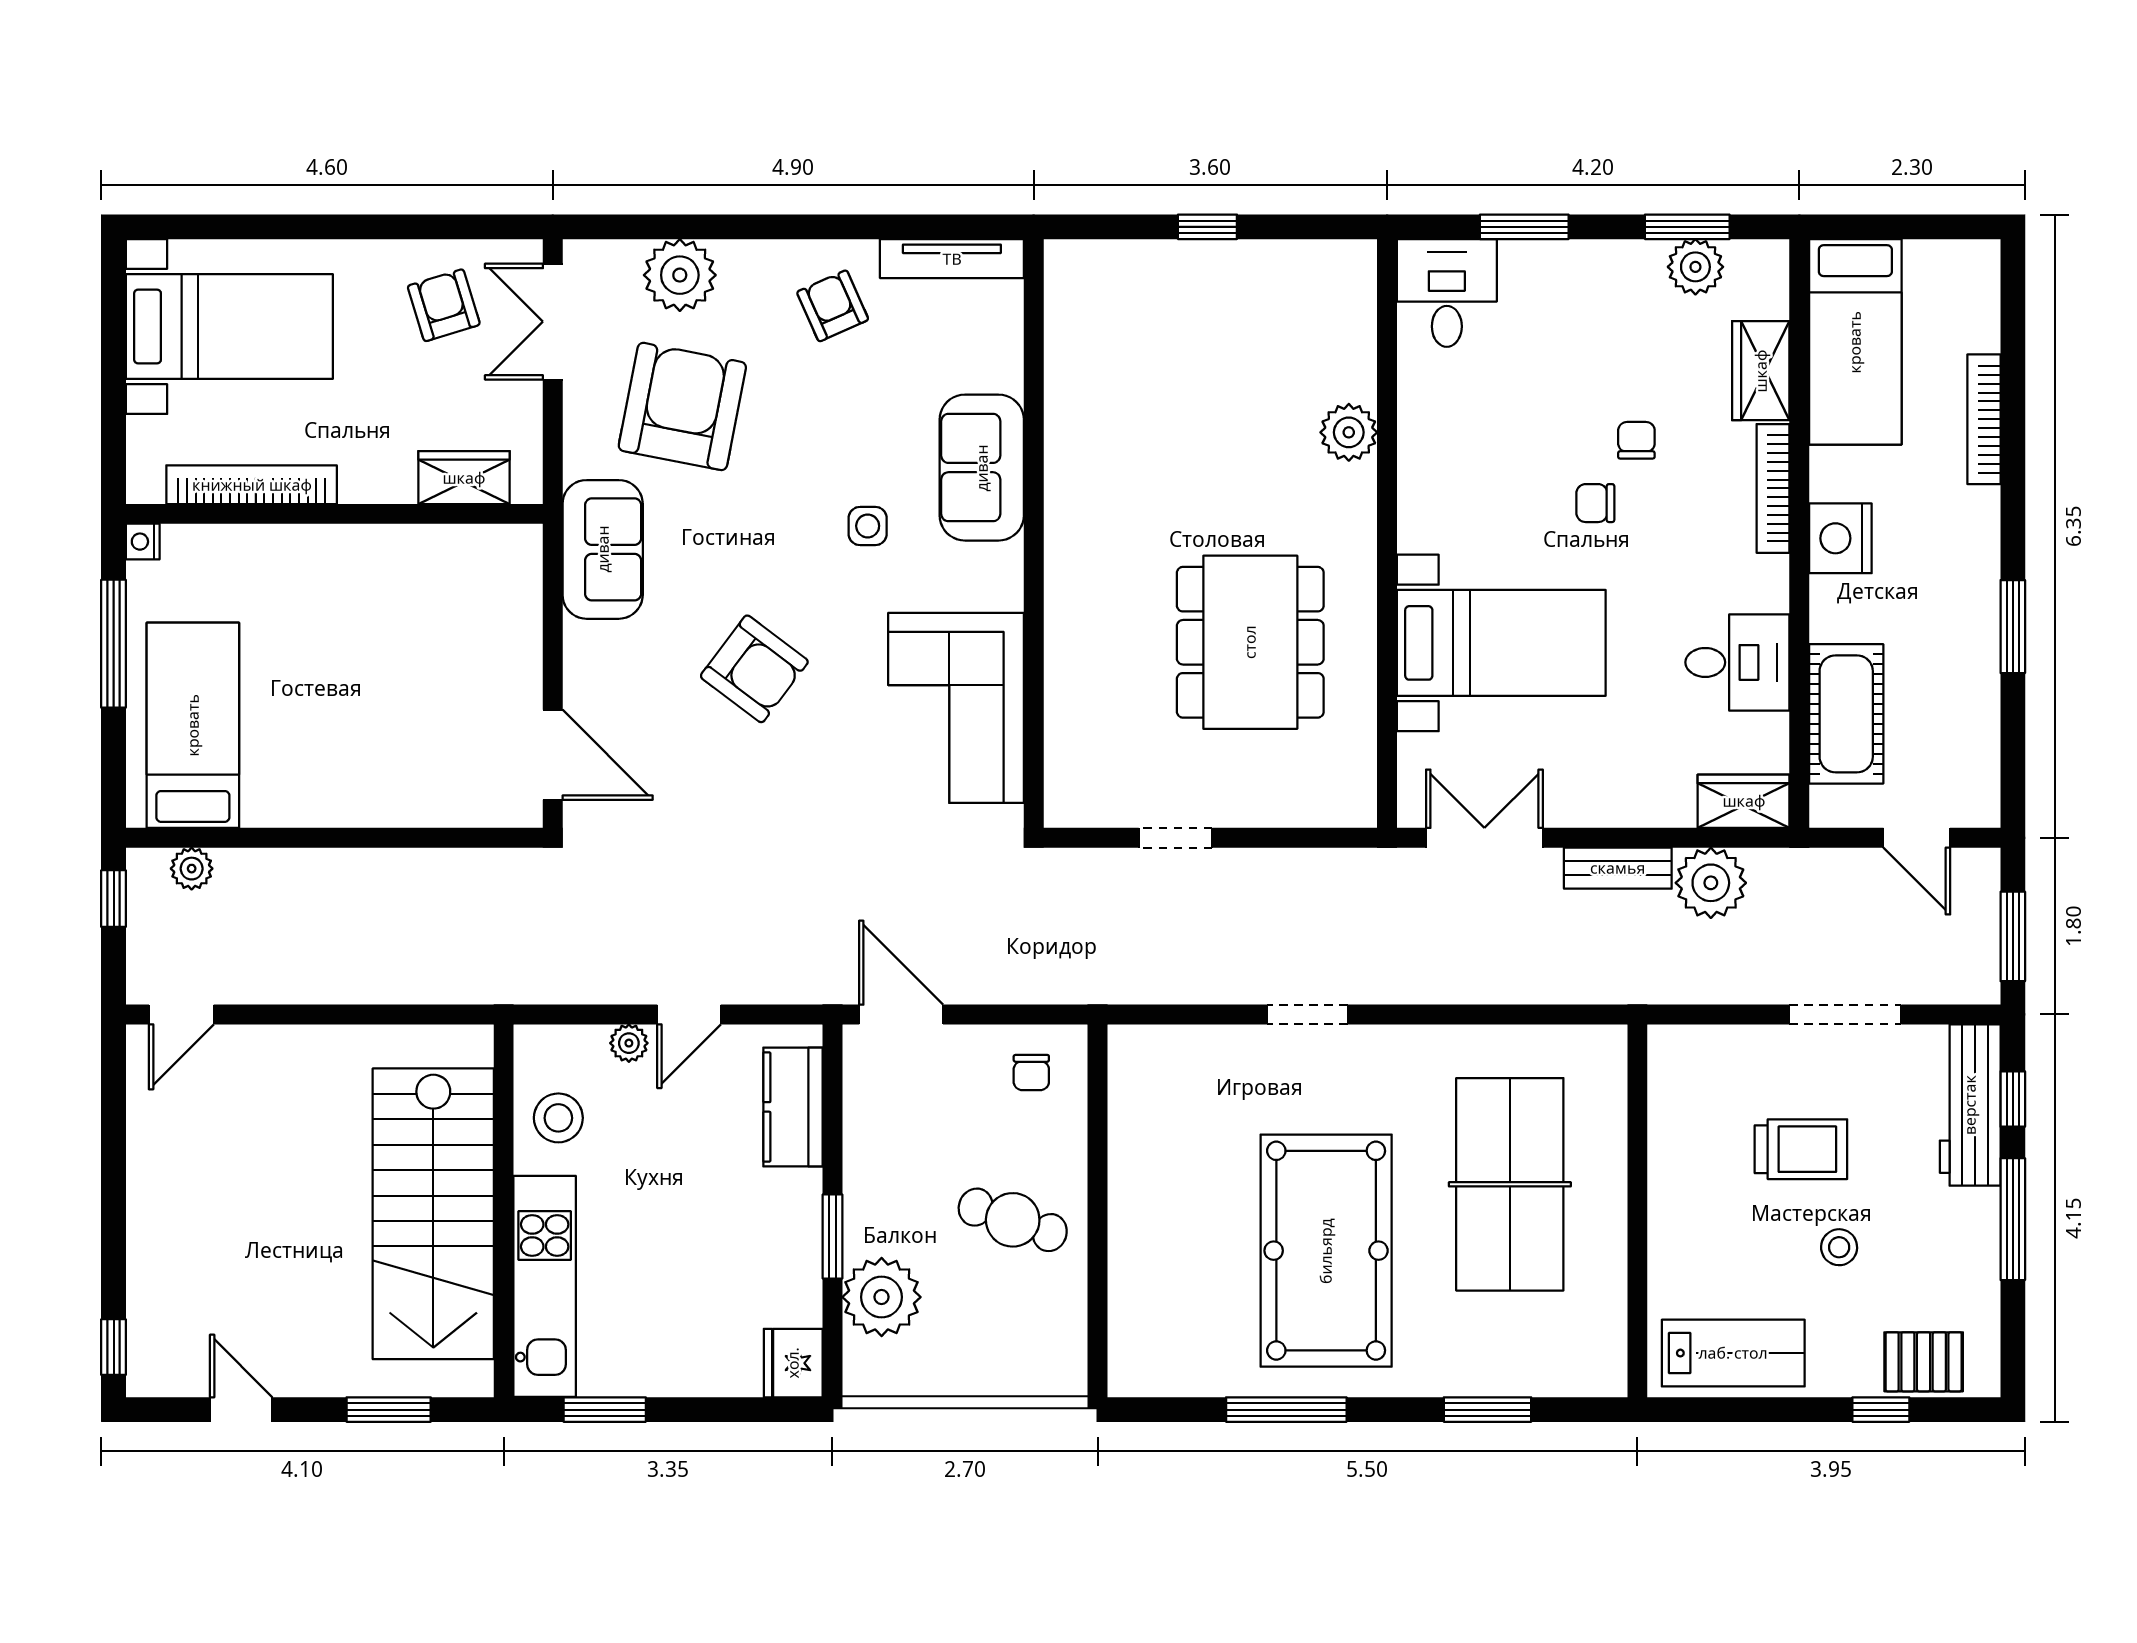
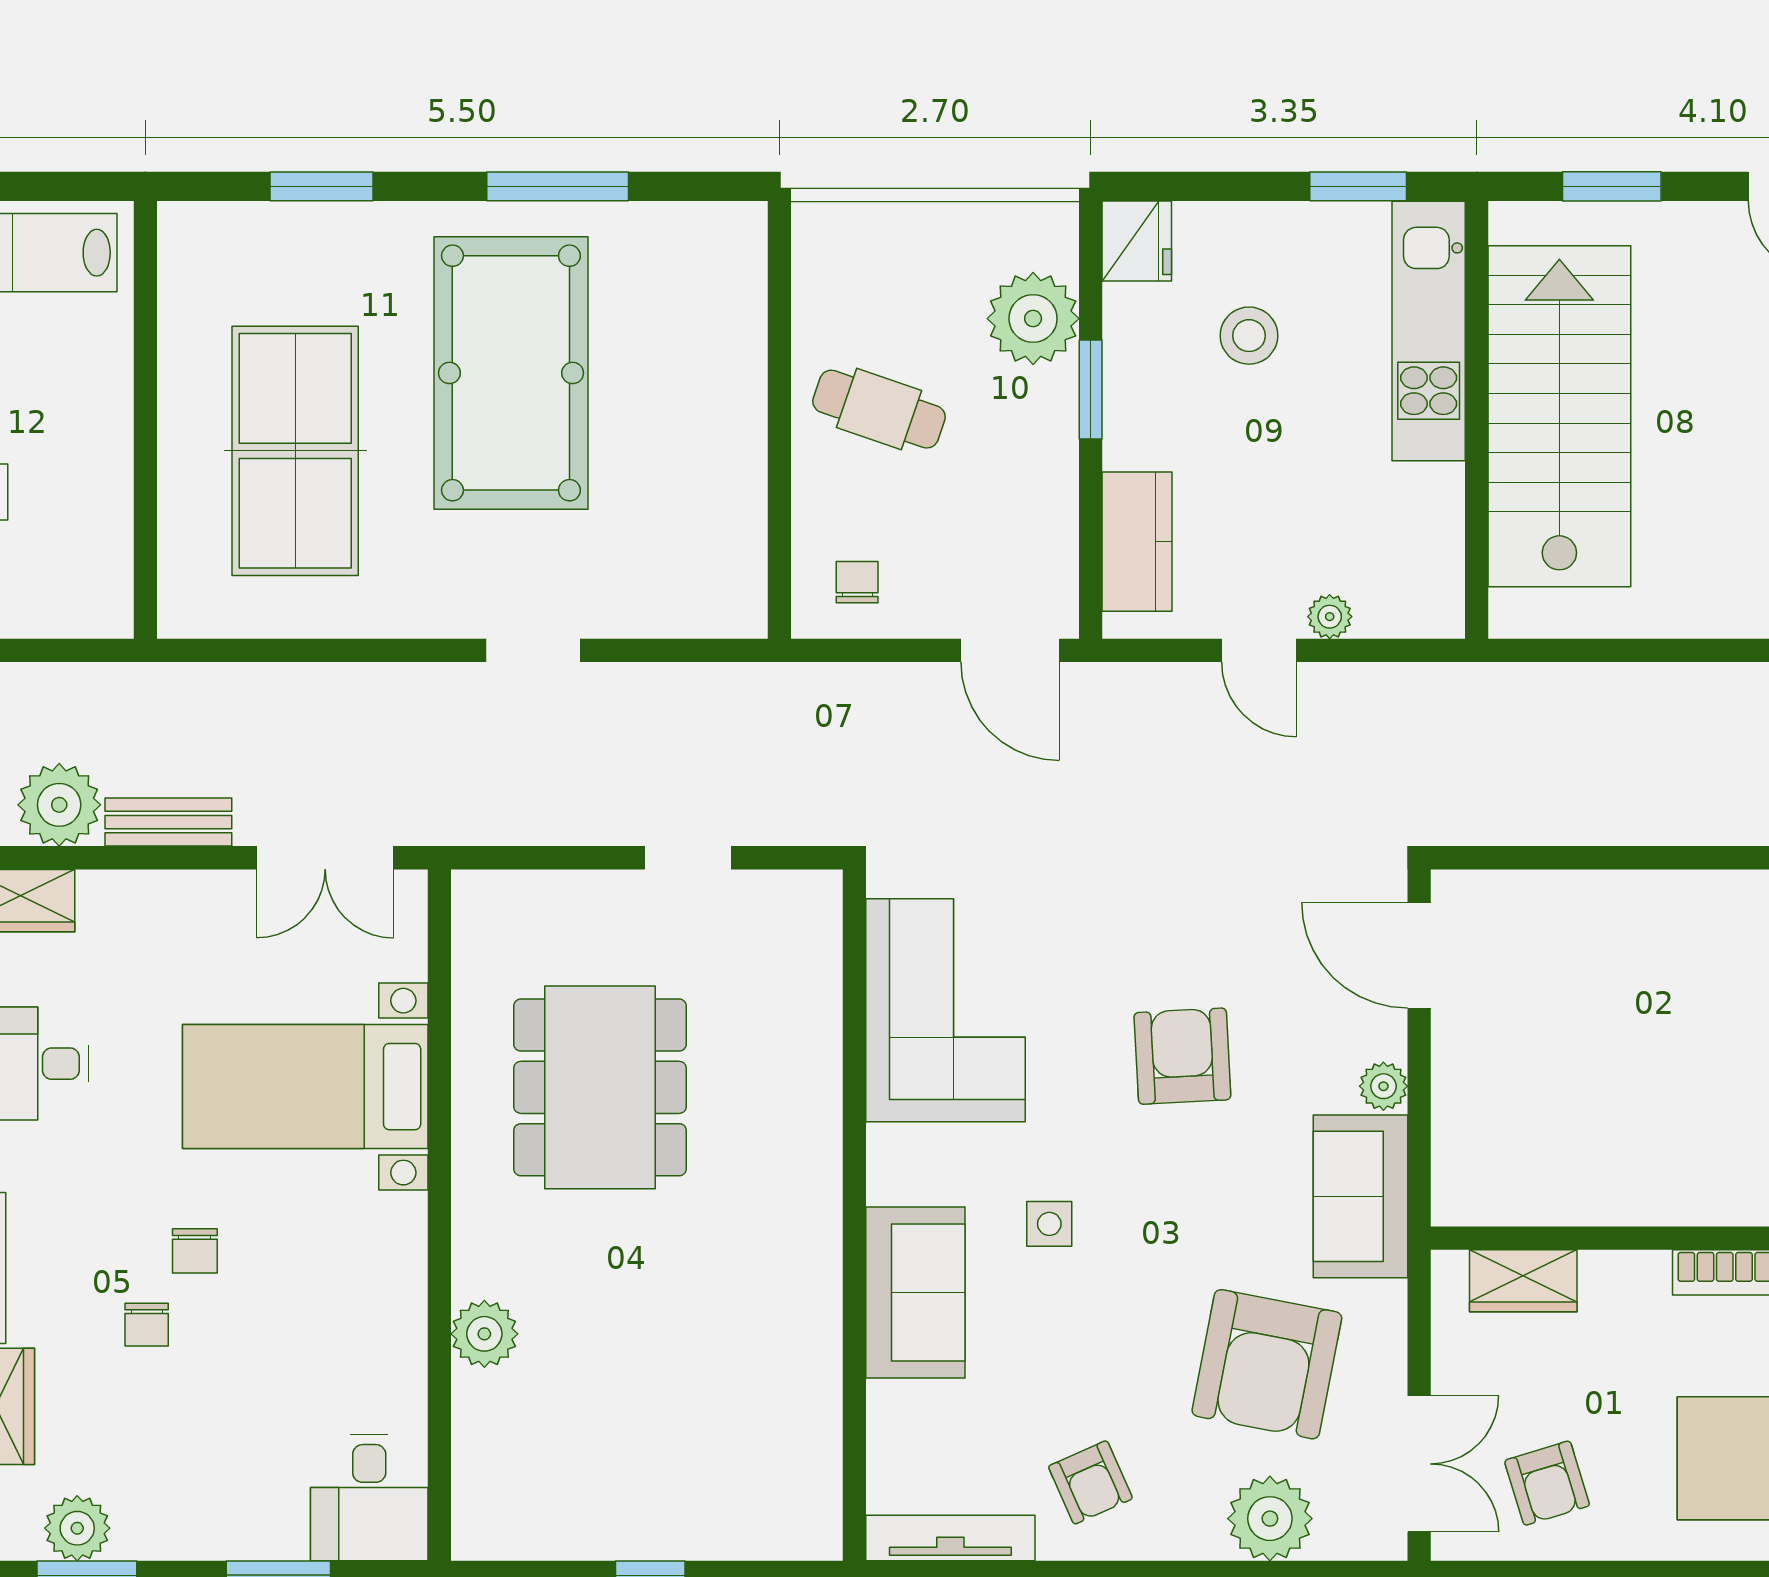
chair: (1595, 503) -> (195, 1251), turned 90
plant: (583, 643) -> (1383, 1086), added
armchair: (754, 669) -> (1182, 1056), turned 50
door: (689, 1014) -> (1259, 650), swing flipped
stool: (558, 1118) -> (1249, 336), moved

